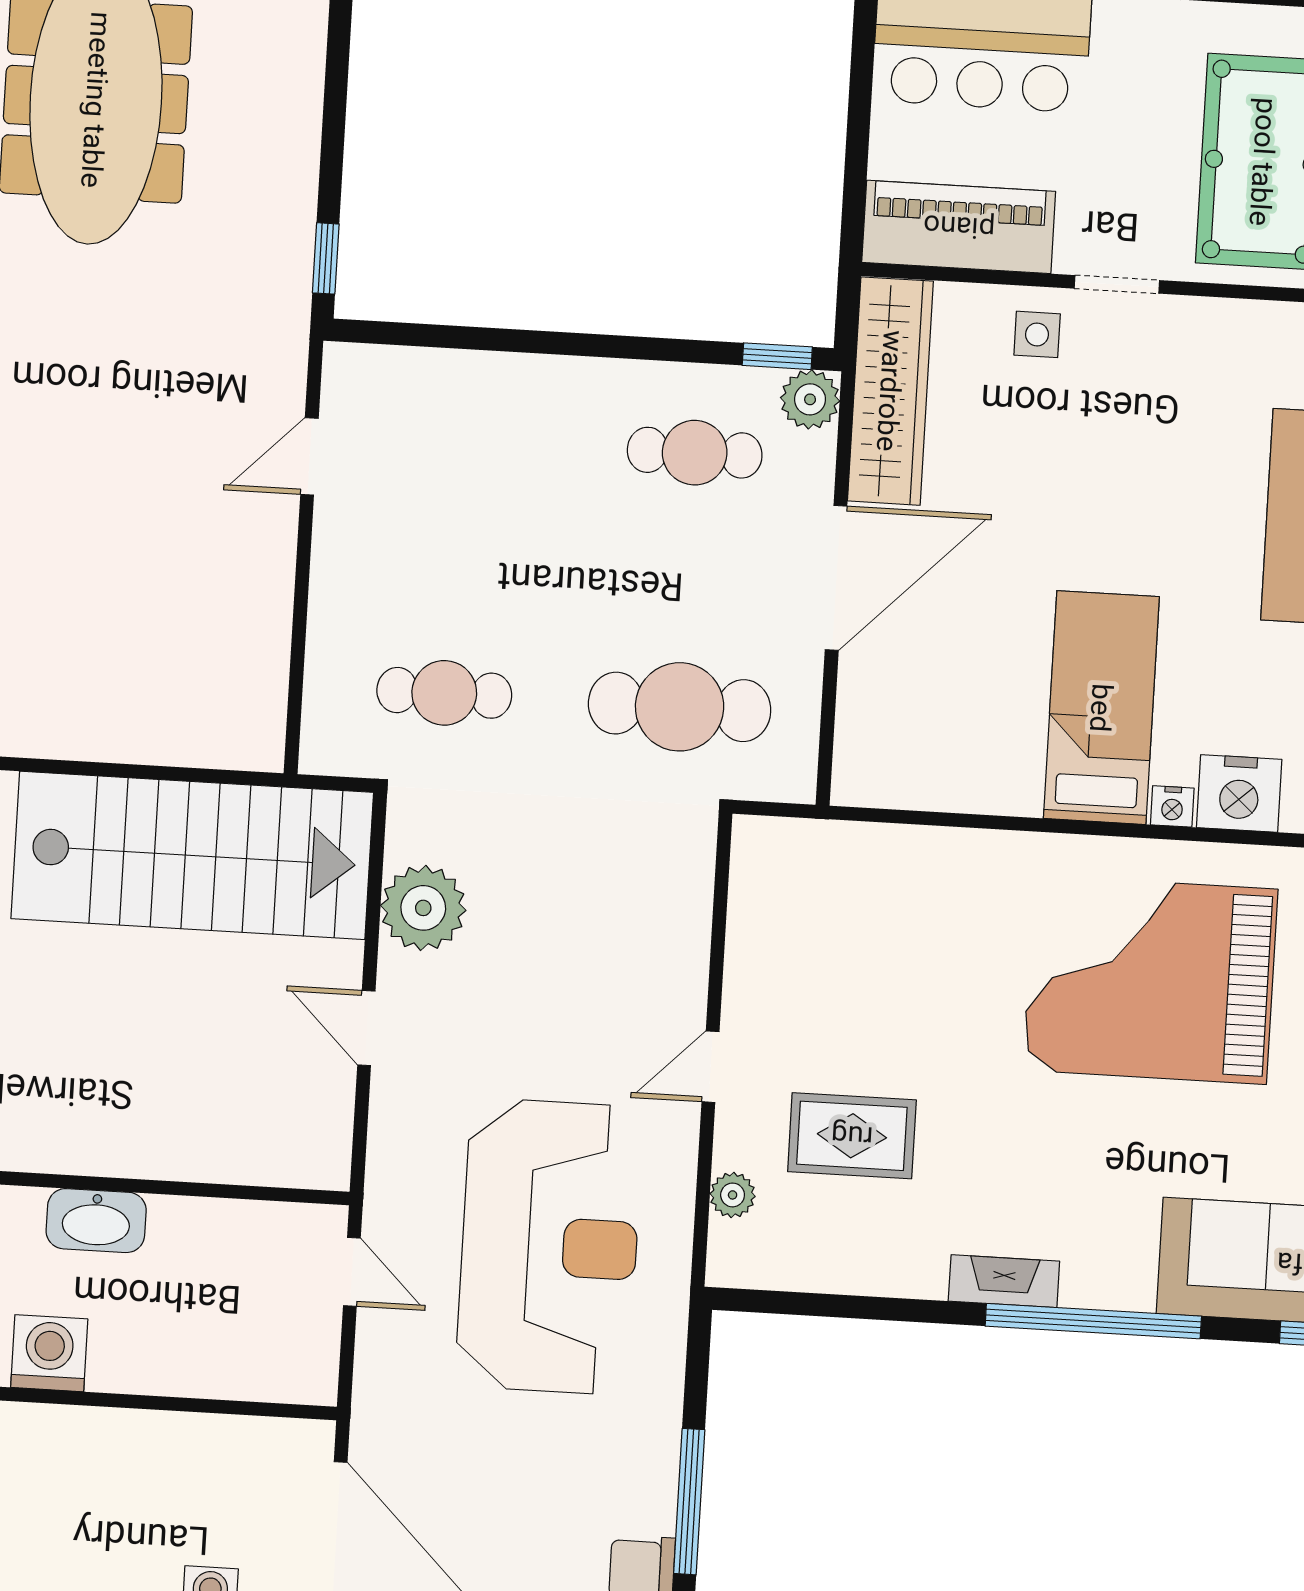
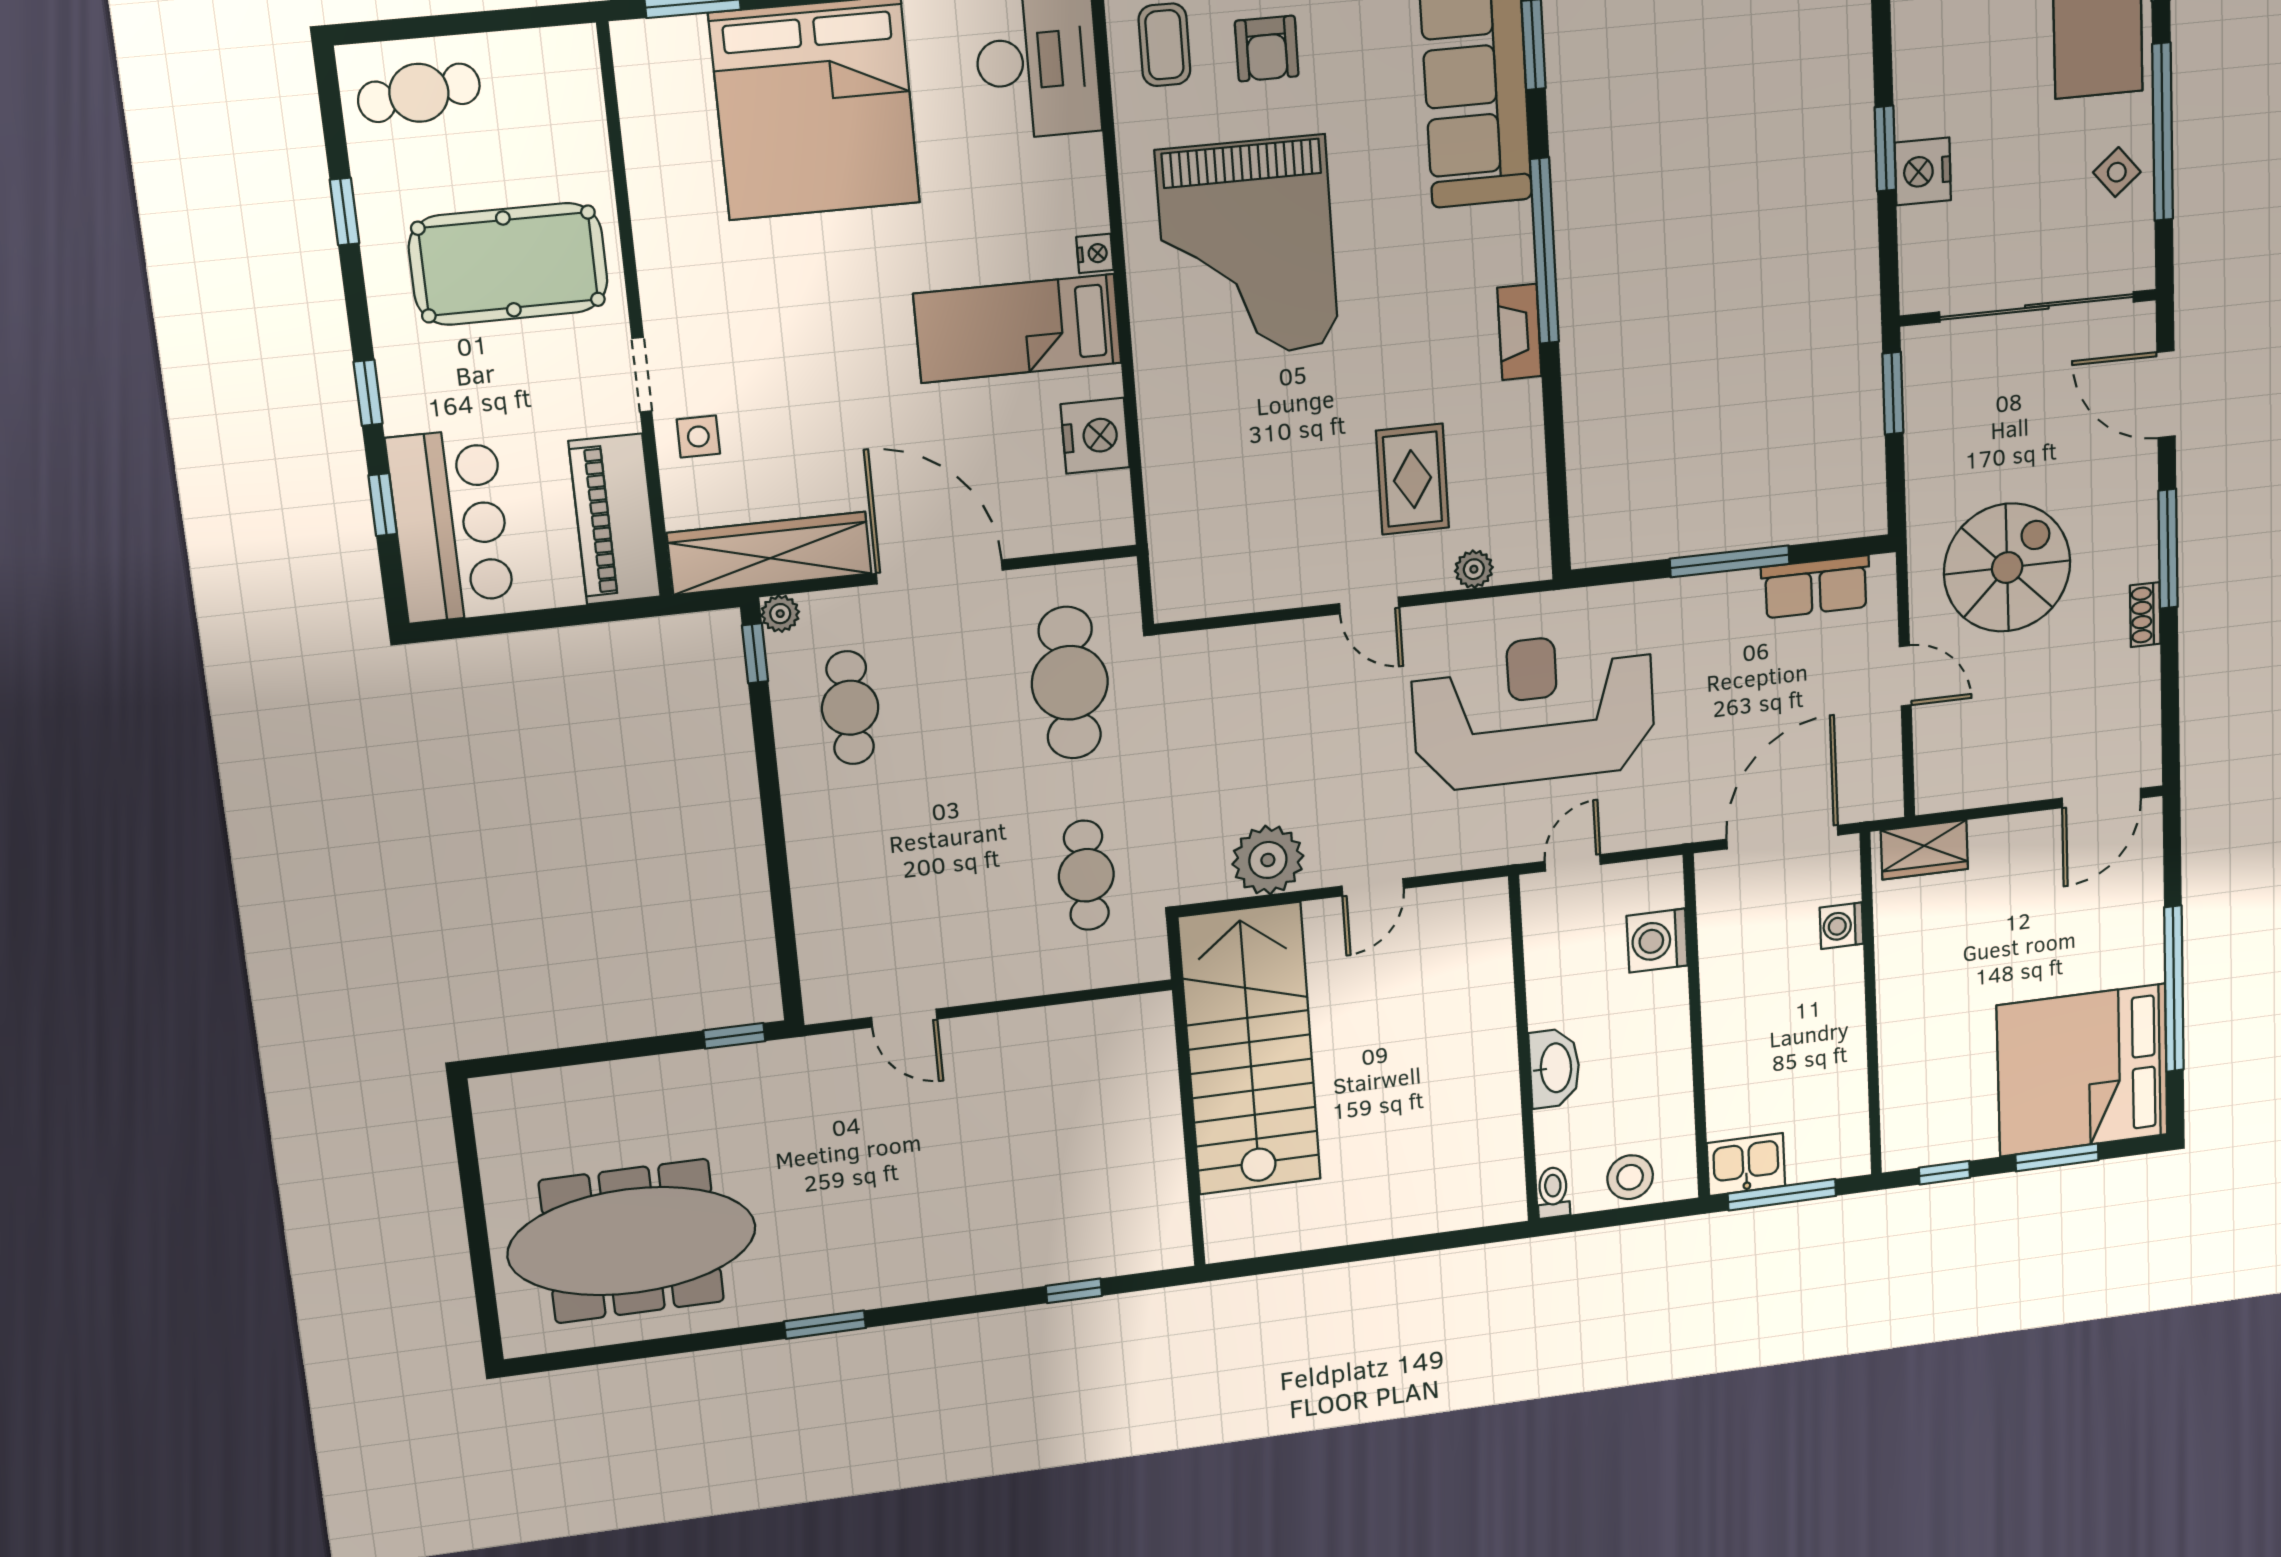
plant: (810, 399) -> (780, 614), width x0.73, depth x0.73
nightstand: (1239, 793) -> (1095, 436), moved
washing machine: (49, 1353) -> (1657, 941), moved

